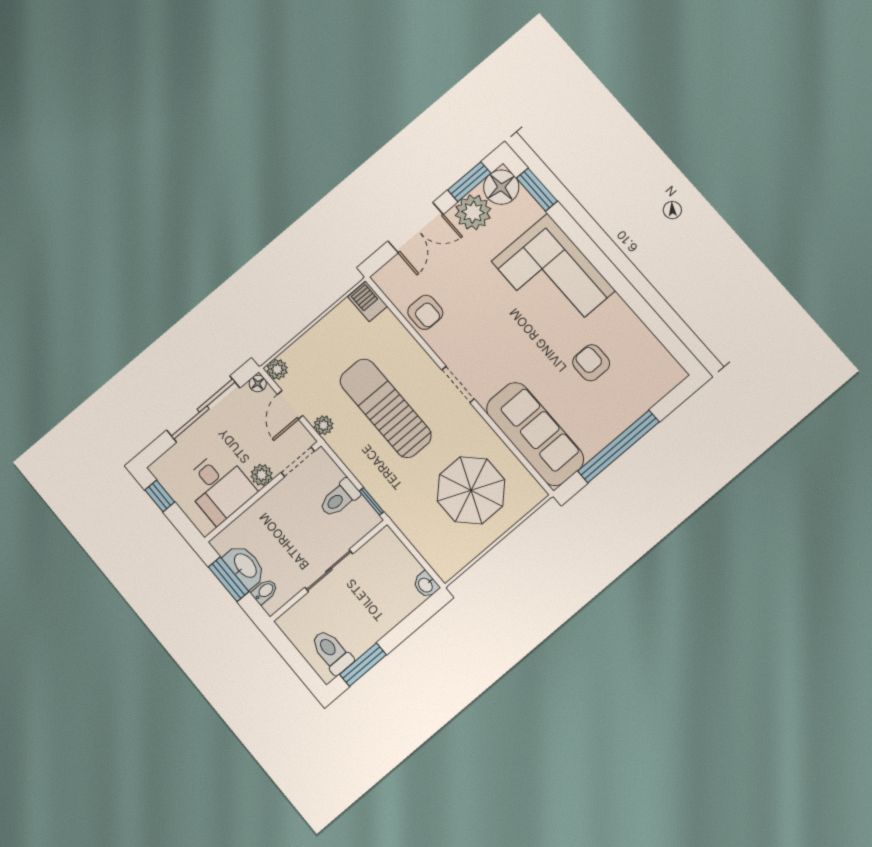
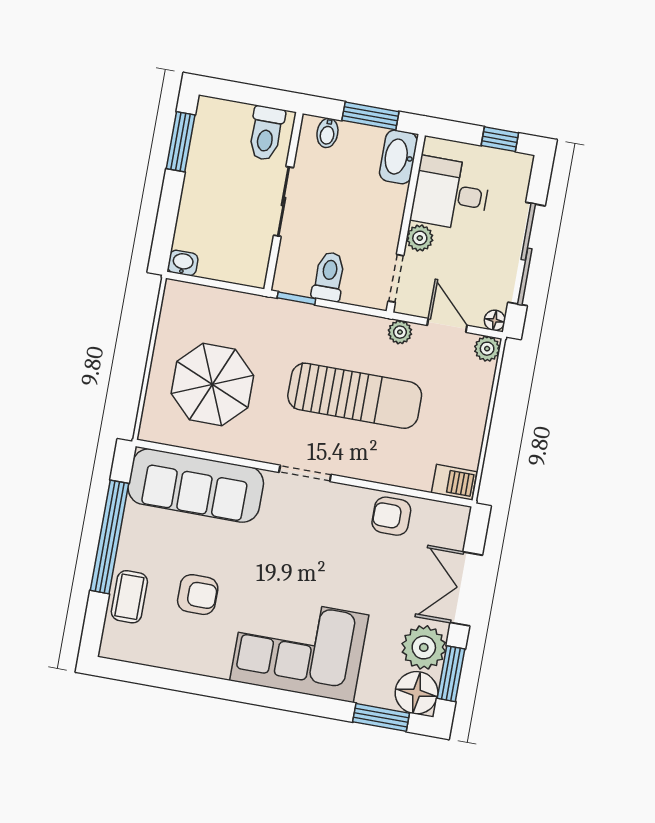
coffee table: (637, 397) -> (129, 597), added
washbasin: (245, 566) -> (398, 157), moved, turned 90
toilet: (332, 652) -> (266, 133), moved, turned 90

